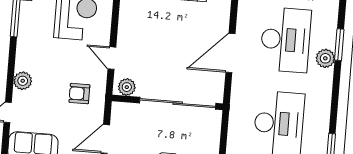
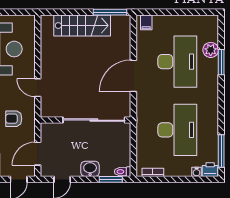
plant: (325, 58) -> (211, 50), moved
plant: (127, 87) -> (52, 110), removed

